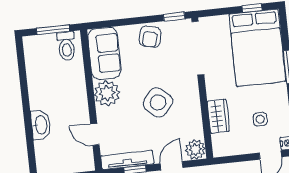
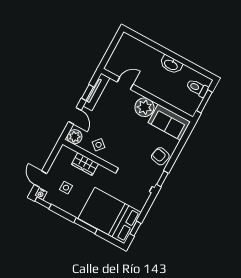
toilet: (66, 46) -> (197, 88), moved
side table: (158, 102) -> (99, 145), moved, width x0.54, depth x0.54
washbasin: (41, 125) -> (171, 65), moved

